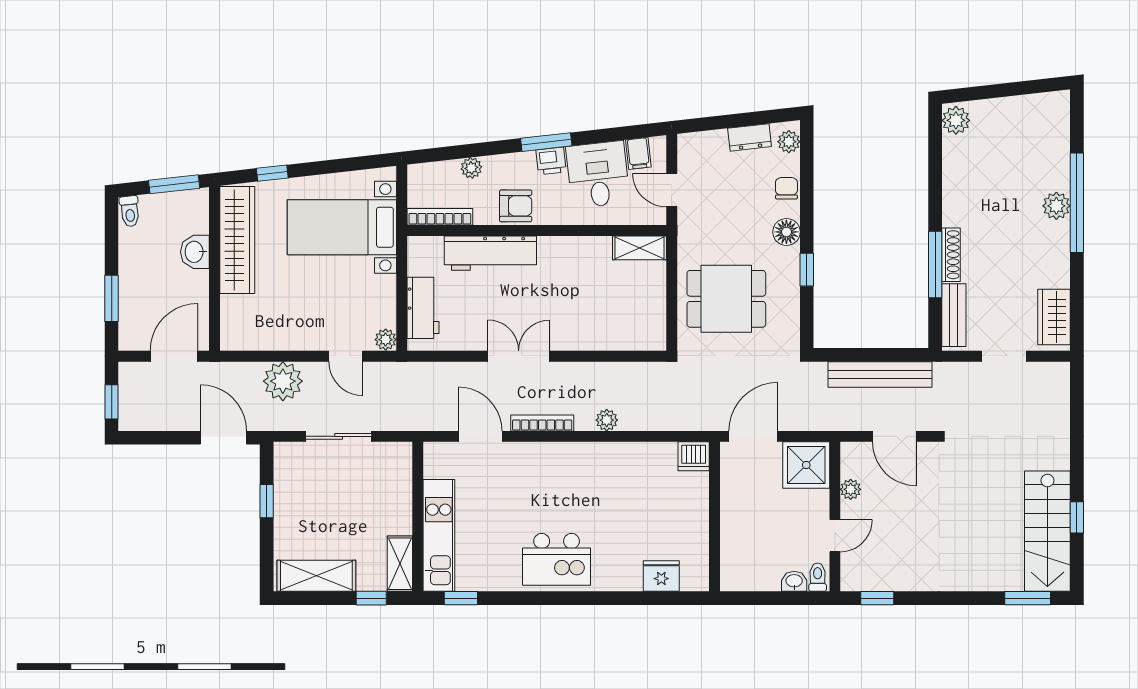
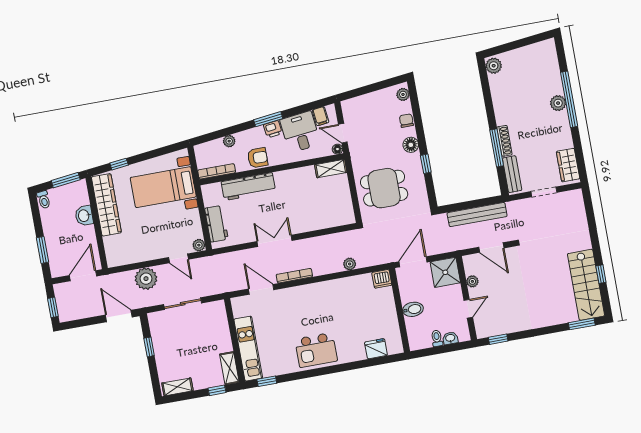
dresser: (750, 137) -> (381, 96), removed
floor lamp: (657, 216) -> (337, 149), added
plant: (607, 420) -> (350, 264), moved
bidet: (738, 519) -> (413, 309), added
shelving: (316, 576) -> (177, 387), width x0.67, depth x0.75
toilet: (818, 577) -> (437, 338), moved

